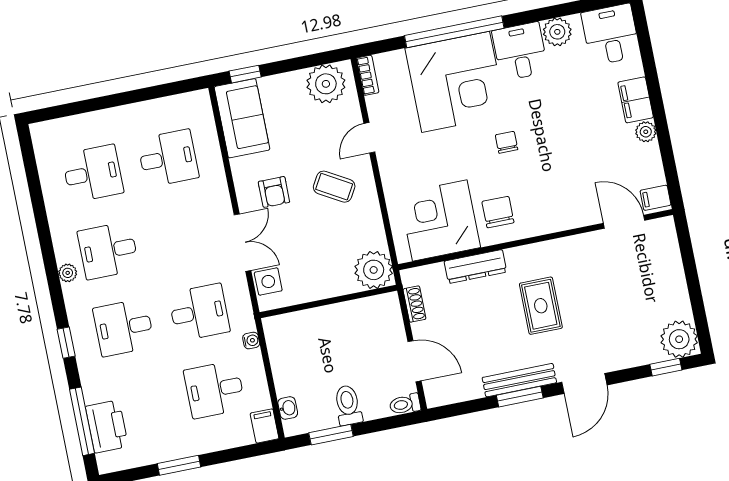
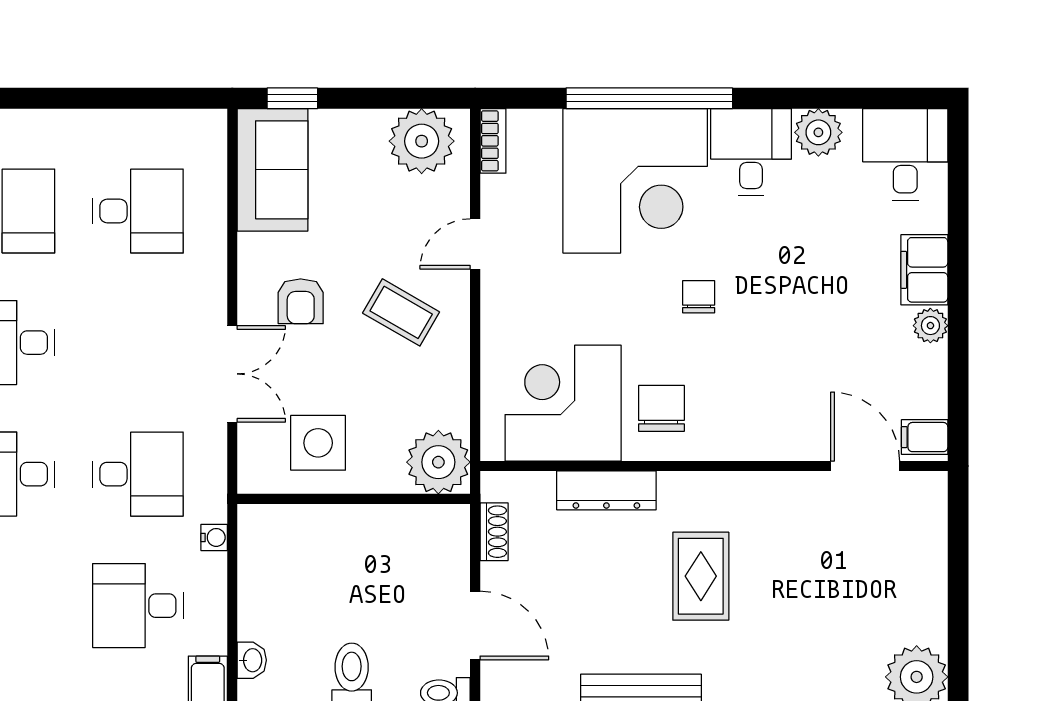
side table: (268, 281) -> (318, 443), moved, width x1.37, depth x1.37

